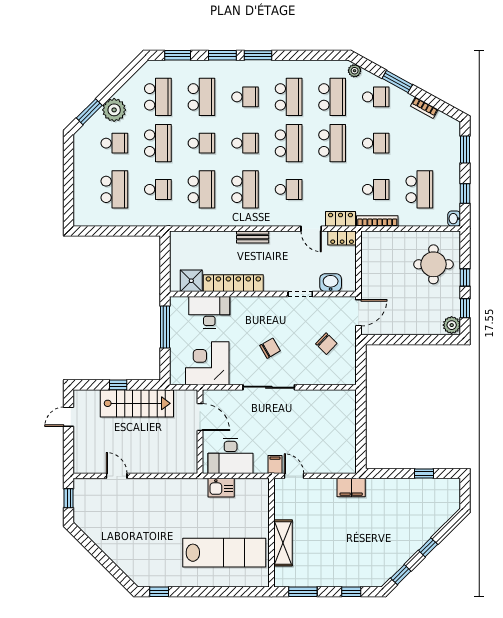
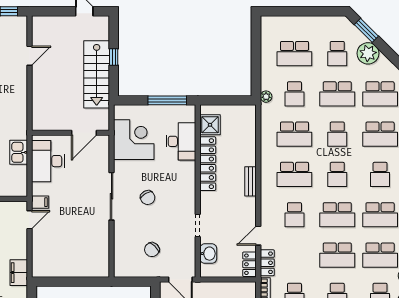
plant: (161, 220) -> (266, 97), added

